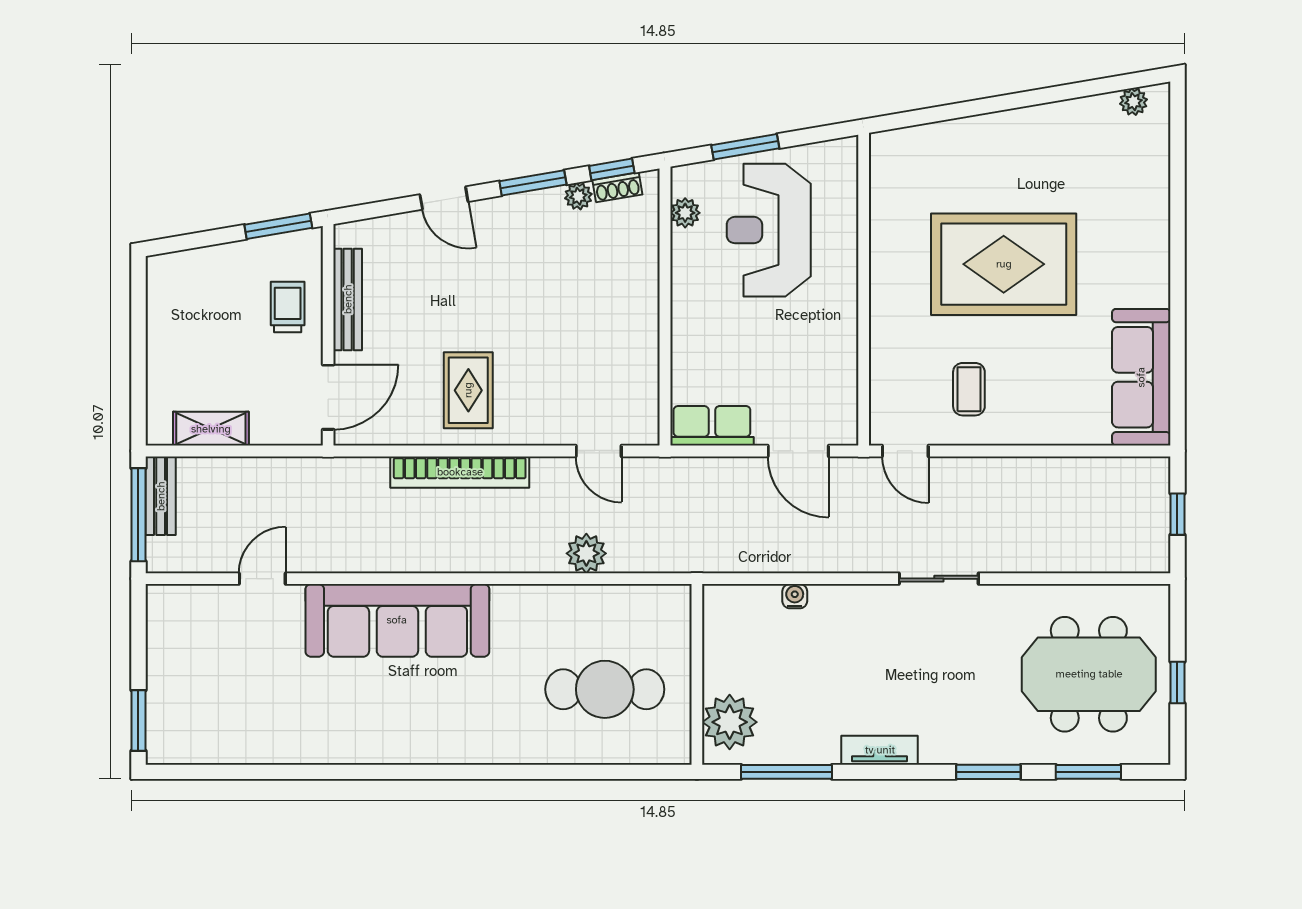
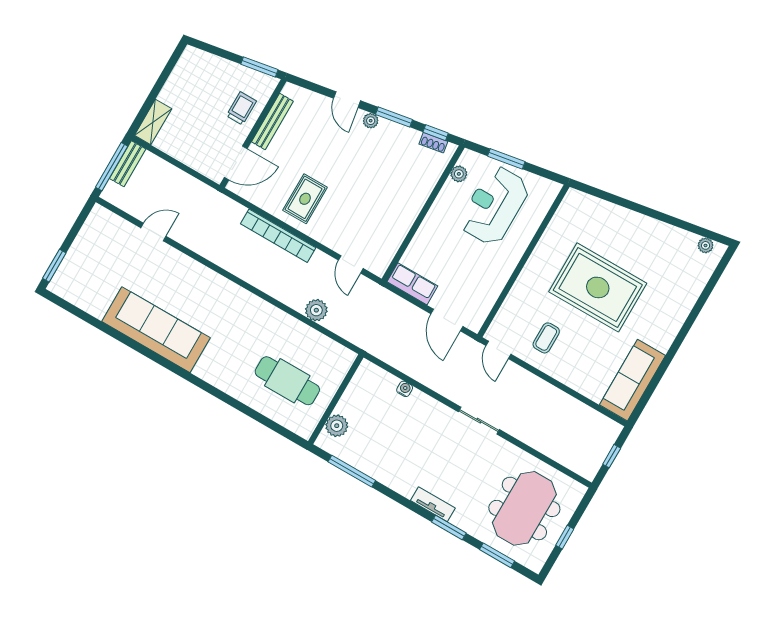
plant: (578, 196) -> (371, 121), moved
shelving: (211, 429) -> (153, 122), moved, turned 90
sofa: (397, 620) -> (156, 330), moved, turned 180
meeting table: (1089, 674) -> (524, 508), turned 90
plant: (730, 722) -> (337, 426), width x0.73, depth x0.73
tv unit: (880, 750) -> (433, 504), moved

